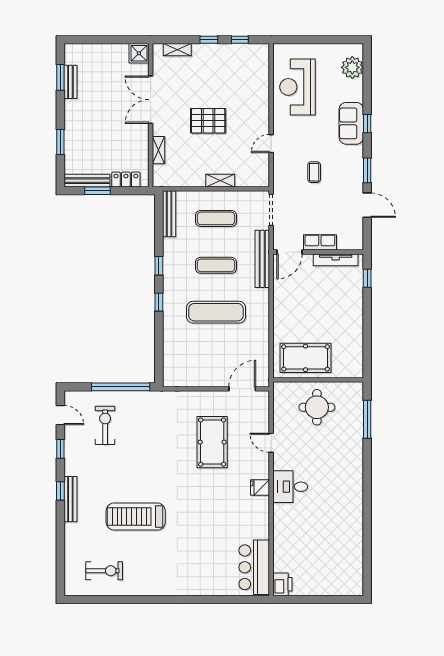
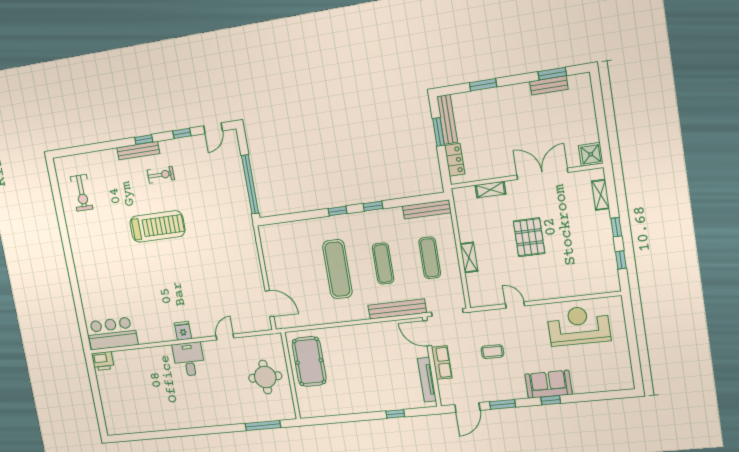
plant: (352, 67) -> (608, 380), removed
row of seats: (320, 242) -> (442, 363), moved
door: (290, 252) -> (427, 333), moved
wall: (318, 252) -> (432, 362), moved
tv unit: (336, 260) -> (427, 380), moved
exercise bike: (105, 425) -> (161, 175), moved, width x0.73, depth x0.72
pool table: (212, 442) -> (215, 280), removed
treadmill: (136, 517) -> (157, 226), moved, turned 90

